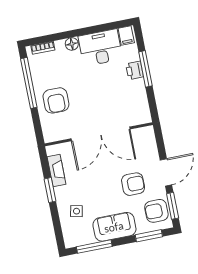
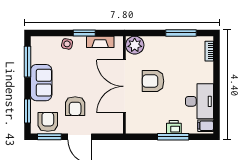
floor lamp: (72, 44) -> (208, 77), removed
window: (29, 83) -> (181, 33), width x0.68
armchair: (56, 100) -> (153, 81), moved
plant: (52, 132) -> (135, 45), added
side table: (76, 211) -> (67, 44), moved

